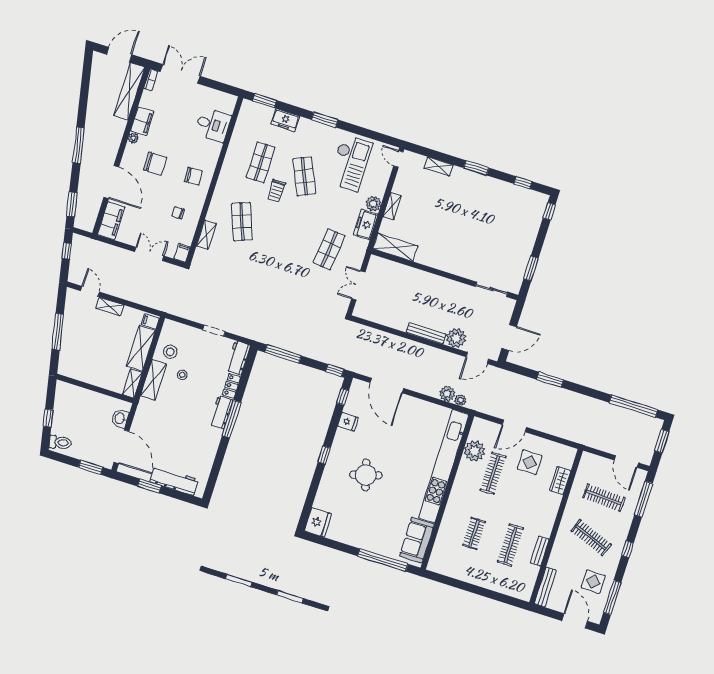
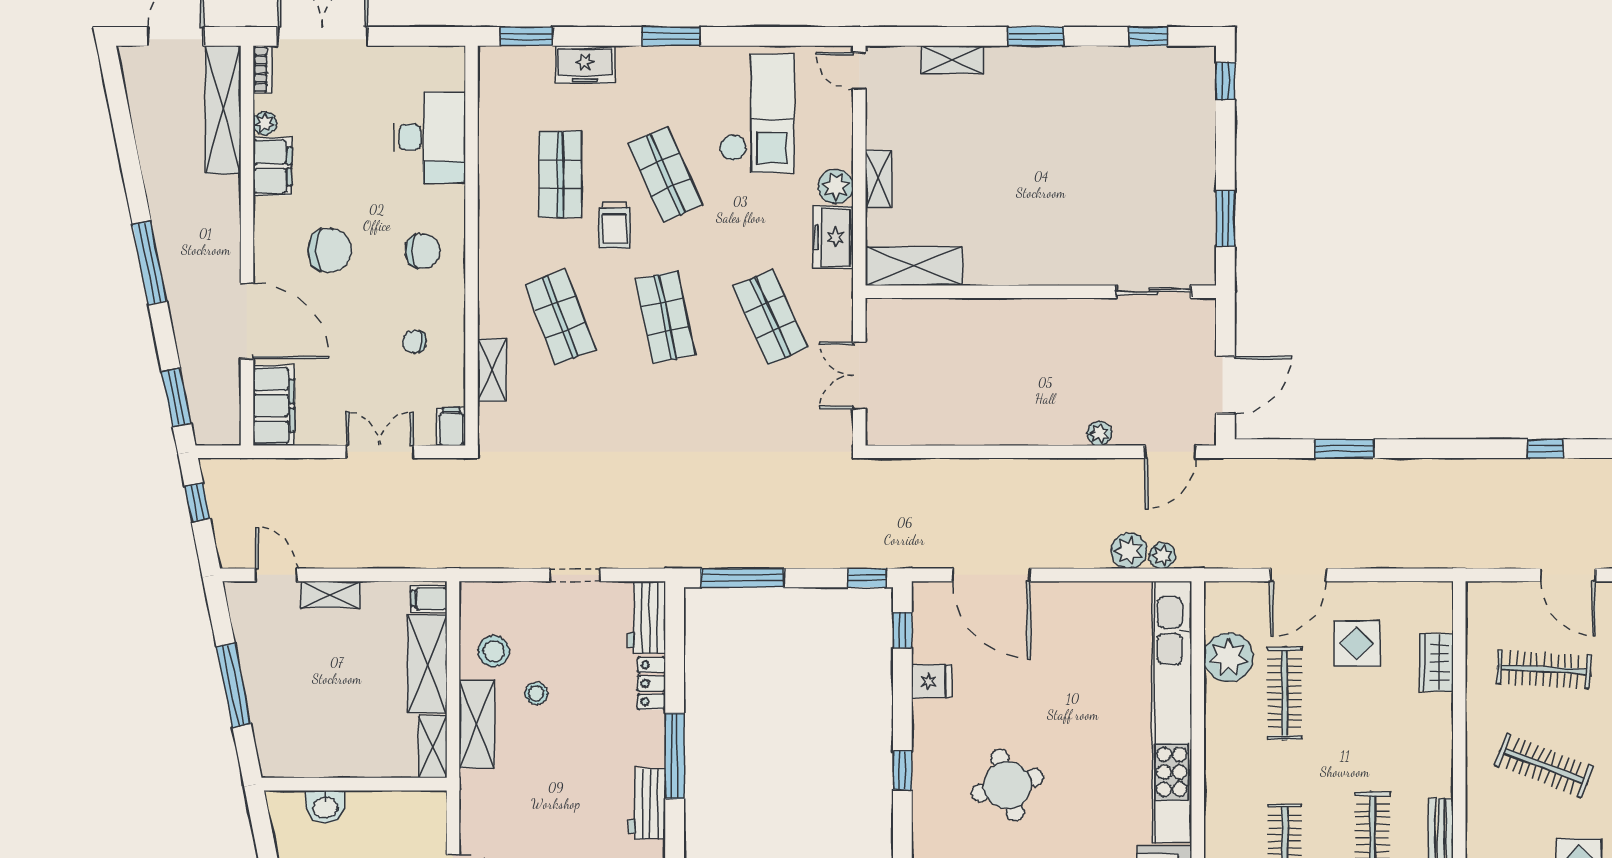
desk: (213, 125) -> (429, 137), width x1.37
plant: (133, 138) -> (265, 123), moved
shop shelf: (285, 236) -> (665, 317), added
shop shelf: (329, 249) -> (770, 317), turned -30
bench: (426, 333) -> (1041, 433), removed
plant: (456, 338) -> (1099, 433), width x0.53, depth x0.53
window: (634, 406) -> (1545, 449), width x0.32
workbench: (221, 412) -> (647, 804), moved
washbasin: (120, 418) -> (325, 807), moved, turned -90

